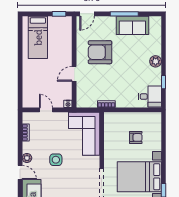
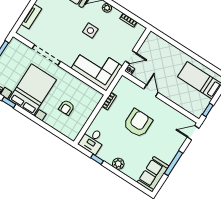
door: (87, 14) -> (193, 133), hinge flipped
sofa: (132, 25) -> (153, 174), moved
armchair: (100, 52) -> (138, 123), moved
door: (46, 110) -> (131, 57), moved

